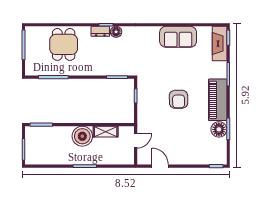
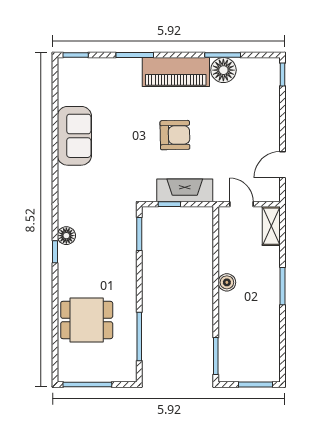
dresser: (100, 31) -> (66, 261), removed
fireplace: (220, 44) -> (185, 190), moved, turned 180
shelving: (106, 132) -> (271, 226), moved
boiler: (82, 136) -> (227, 282), width x0.54, depth x0.54

